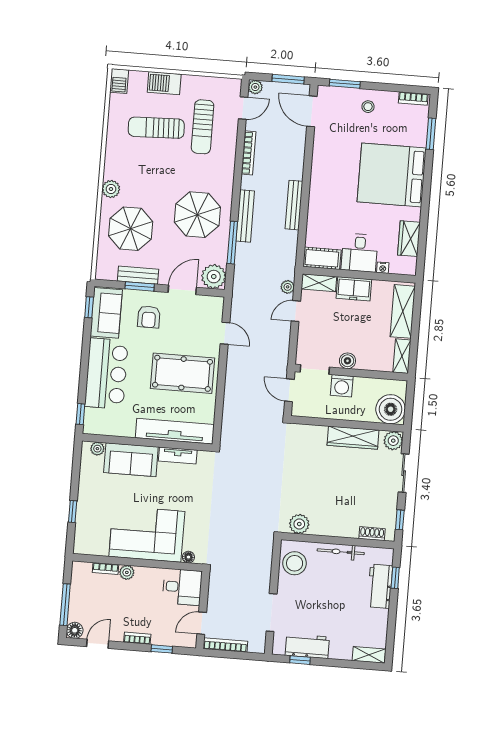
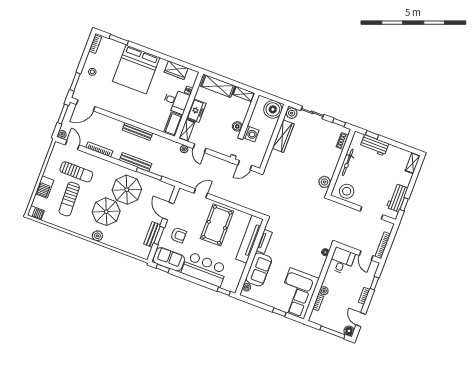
parasol: (131, 229) -> (106, 212), moved
plant: (214, 277) -> (166, 190), removed
corner sofa: (147, 534) -> (297, 293), moved

